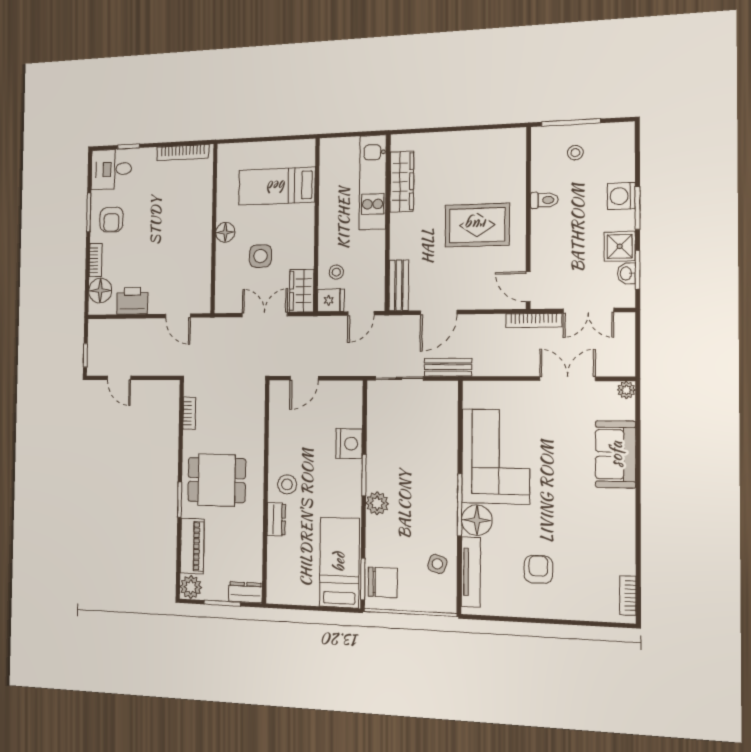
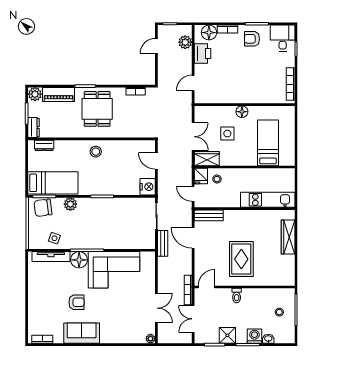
wardrobe: (402, 182) -> (288, 237), moved, turned 90
toilet: (544, 200) -> (237, 296), moved
washbasin: (626, 273) -> (268, 339), moved
plant: (114, 330) -> (185, 42), added
nightstand: (349, 444) -> (148, 187), moved, turned -90
sofa: (616, 454) -> (82, 333), moved
plant: (377, 503) -> (70, 204), moved
dresser: (276, 519) -> (44, 145), moved
armchair: (538, 569) -> (76, 302), moved
chair: (383, 582) -> (43, 208), turned 83

